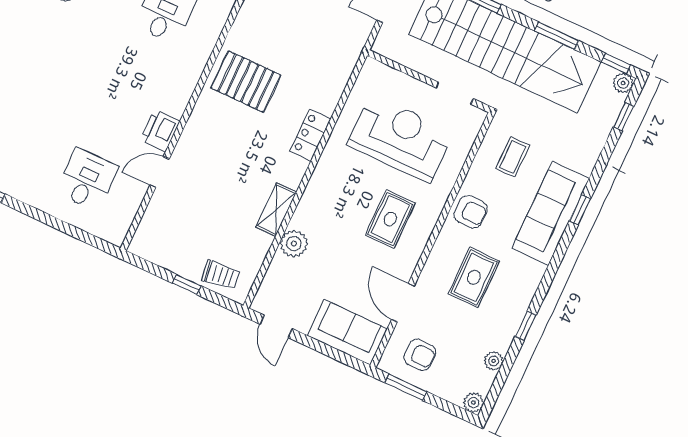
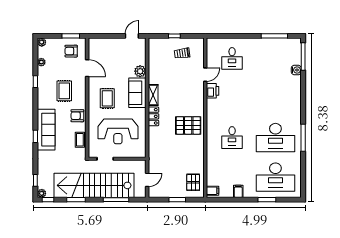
coffee table: (513, 157) -> (80, 140), moved
shelving: (276, 210) -> (153, 95), moved
trolley: (221, 275) -> (182, 53), moved
door: (276, 326) -> (132, 36), hinge flipped
sofa: (347, 332) -> (137, 93), moved, turned 90

